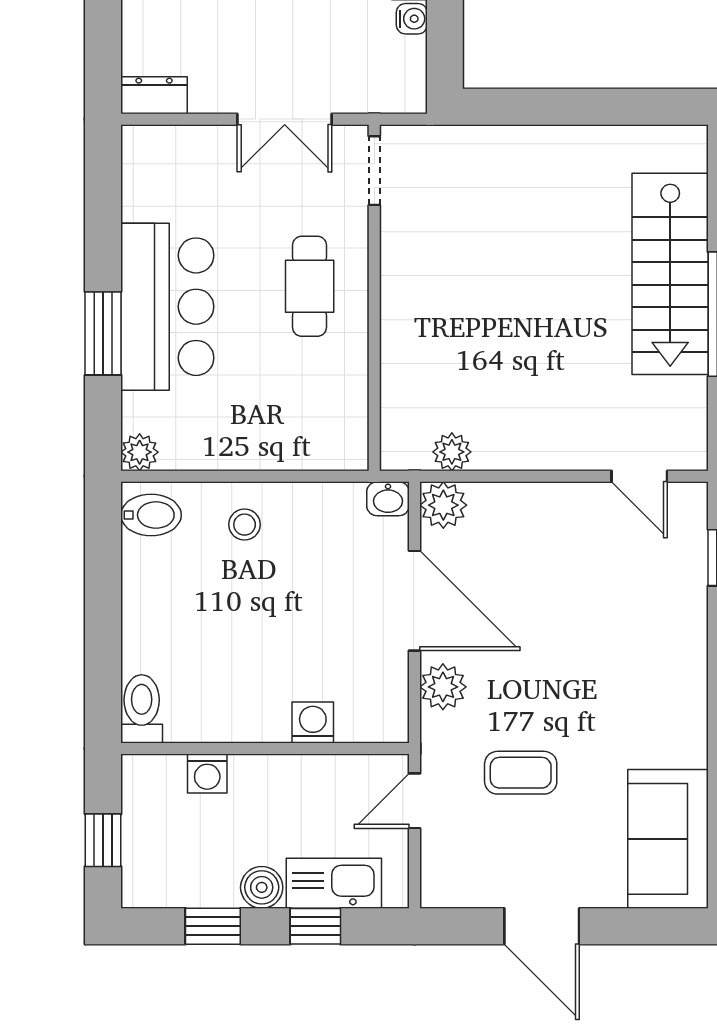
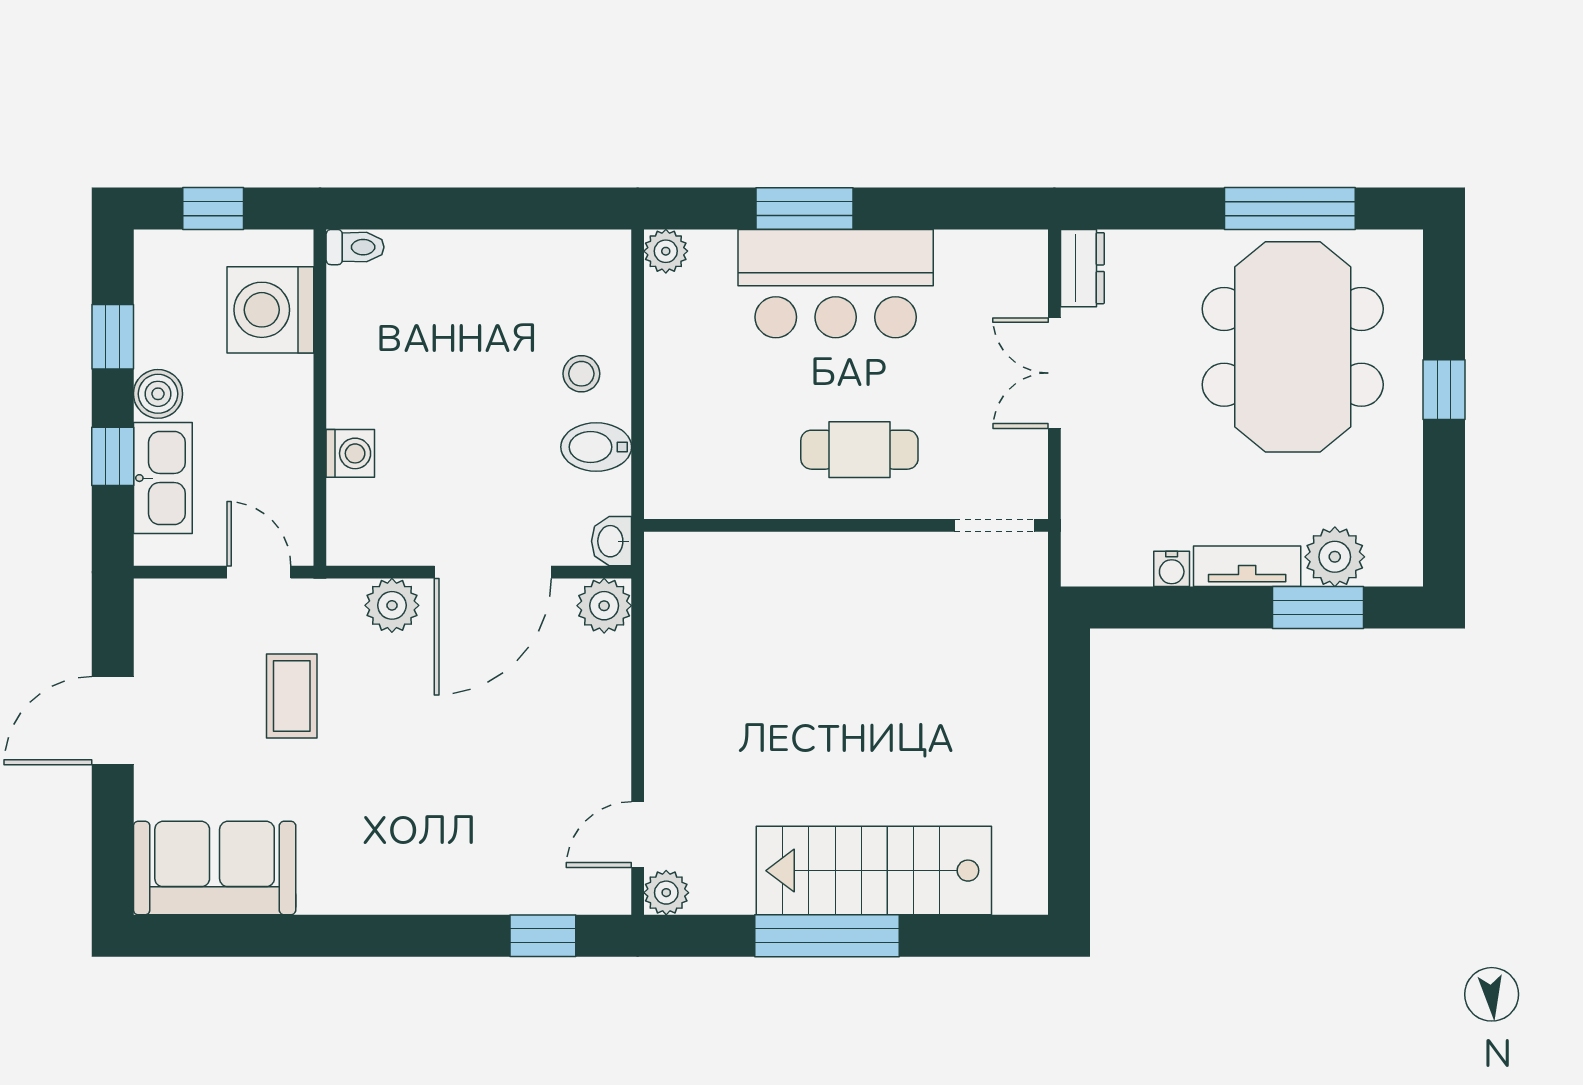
double door: (285, 119) -> (1054, 373), moved
plant: (452, 452) -> (666, 893), moved
bidet: (151, 515) -> (596, 447), moved, turned 90
toilet: (142, 709) -> (355, 247), width x0.73, depth x0.72
washing machine: (207, 774) -> (270, 310), width x1.89, depth x1.89

